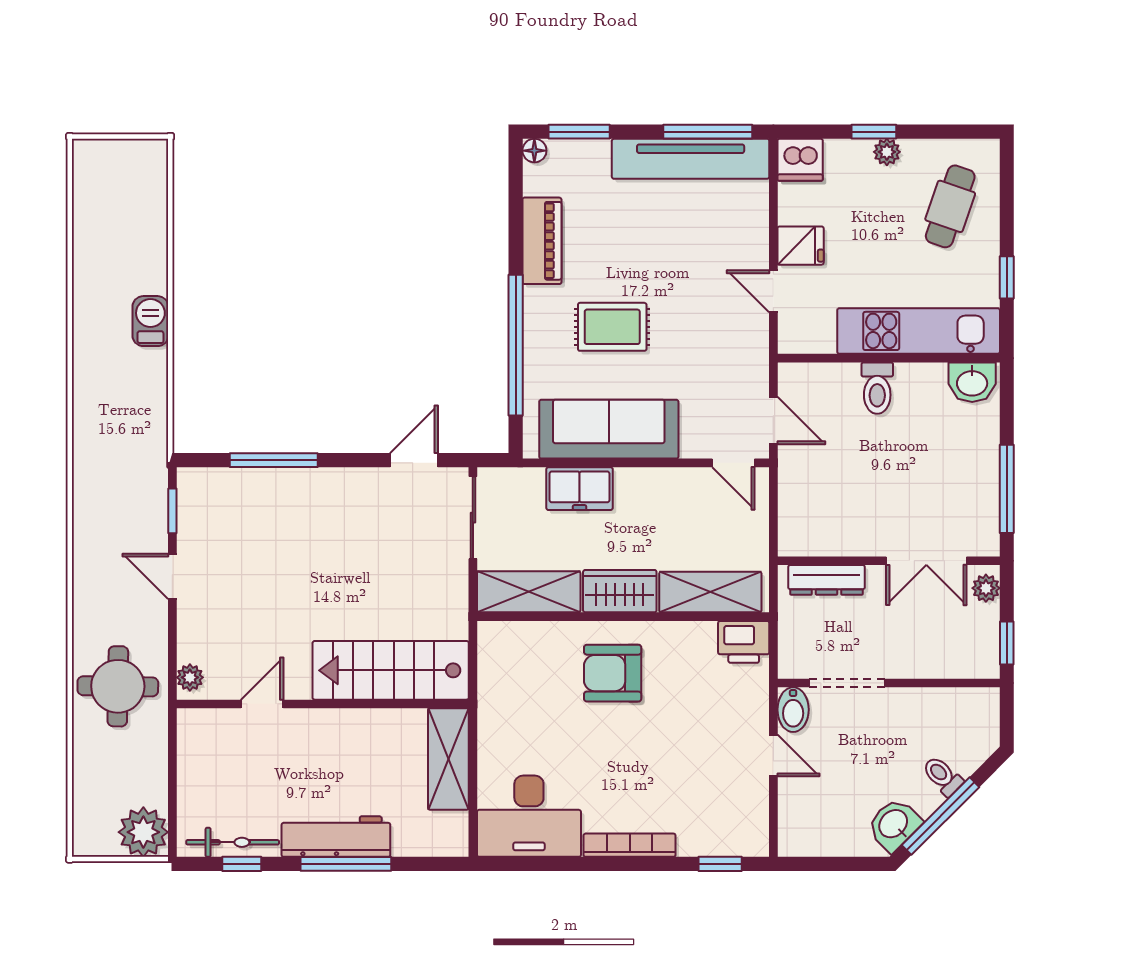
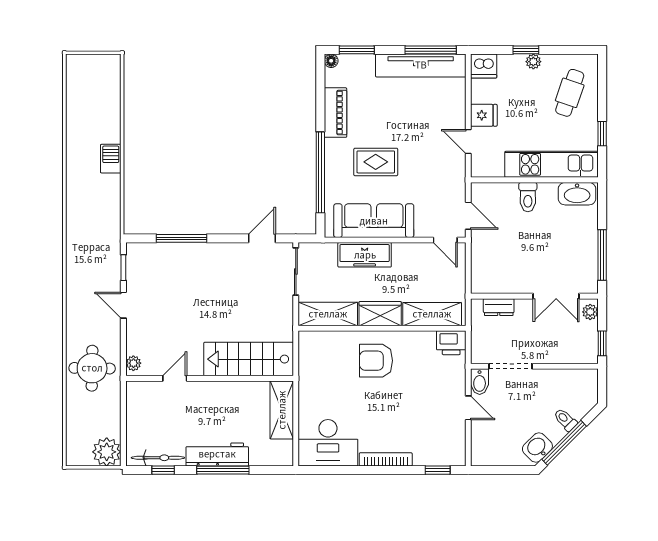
washbasin: (972, 382) -> (577, 194), width x1.38
freezer: (580, 489) -> (365, 255), width x1.40
dresser: (827, 580) -> (499, 307), width x0.70

